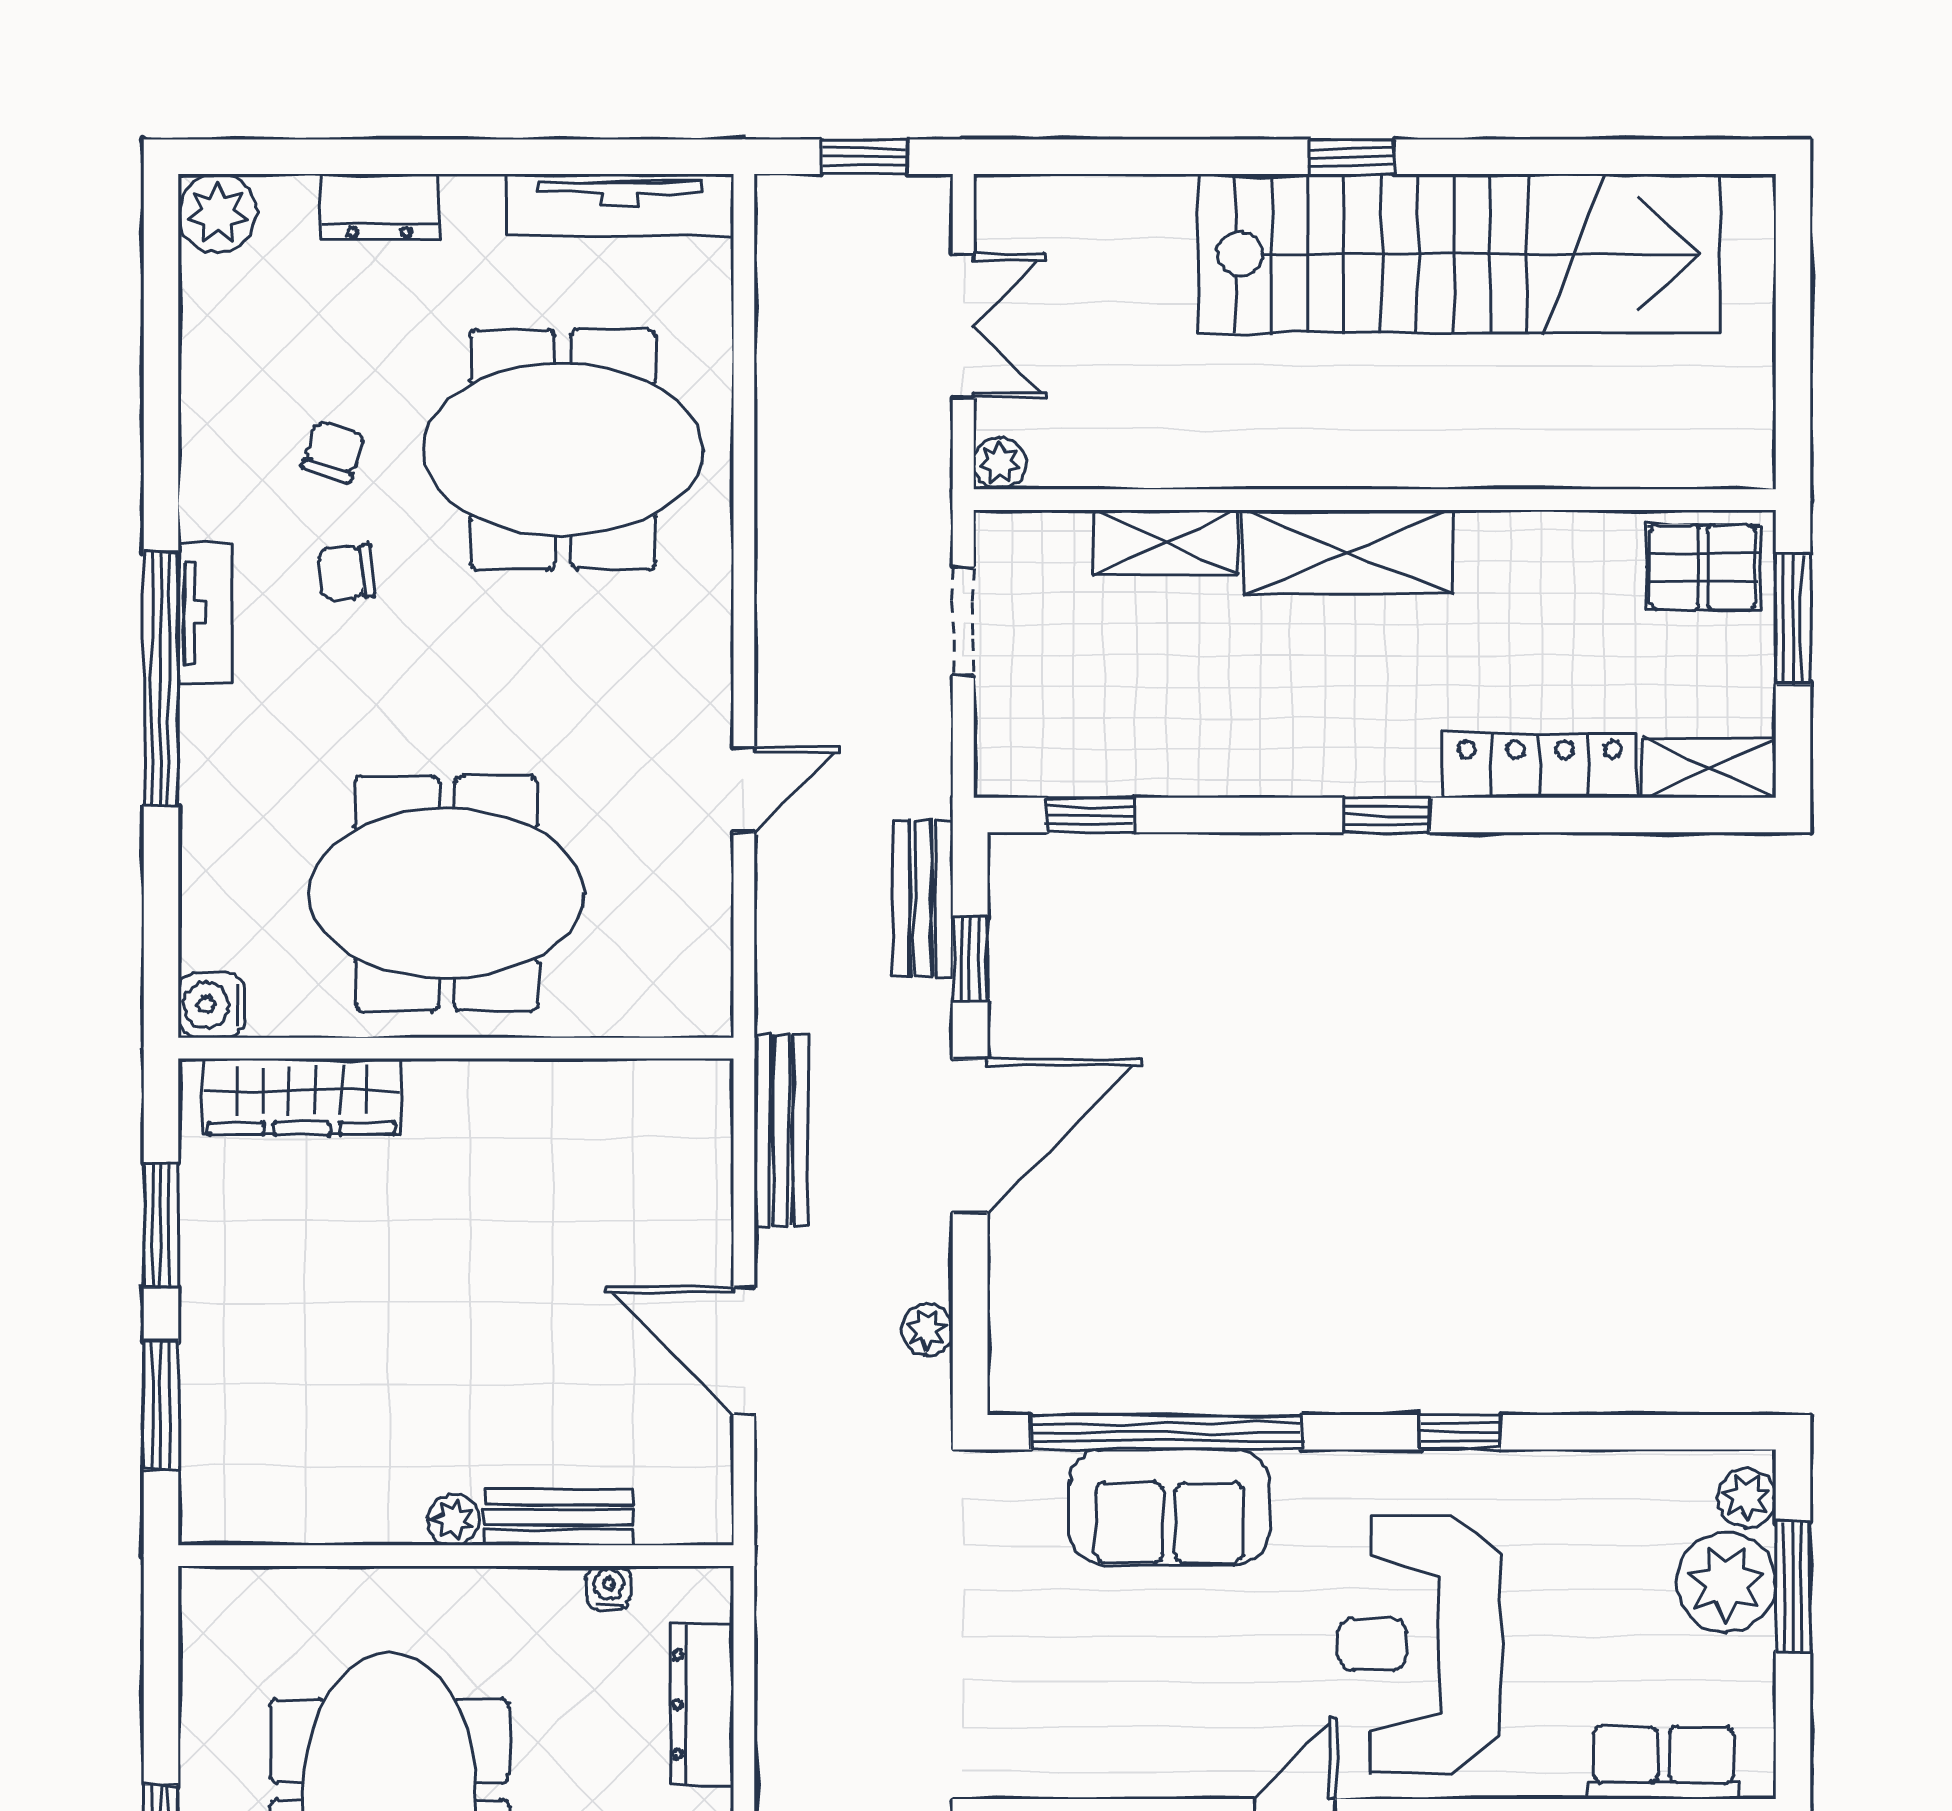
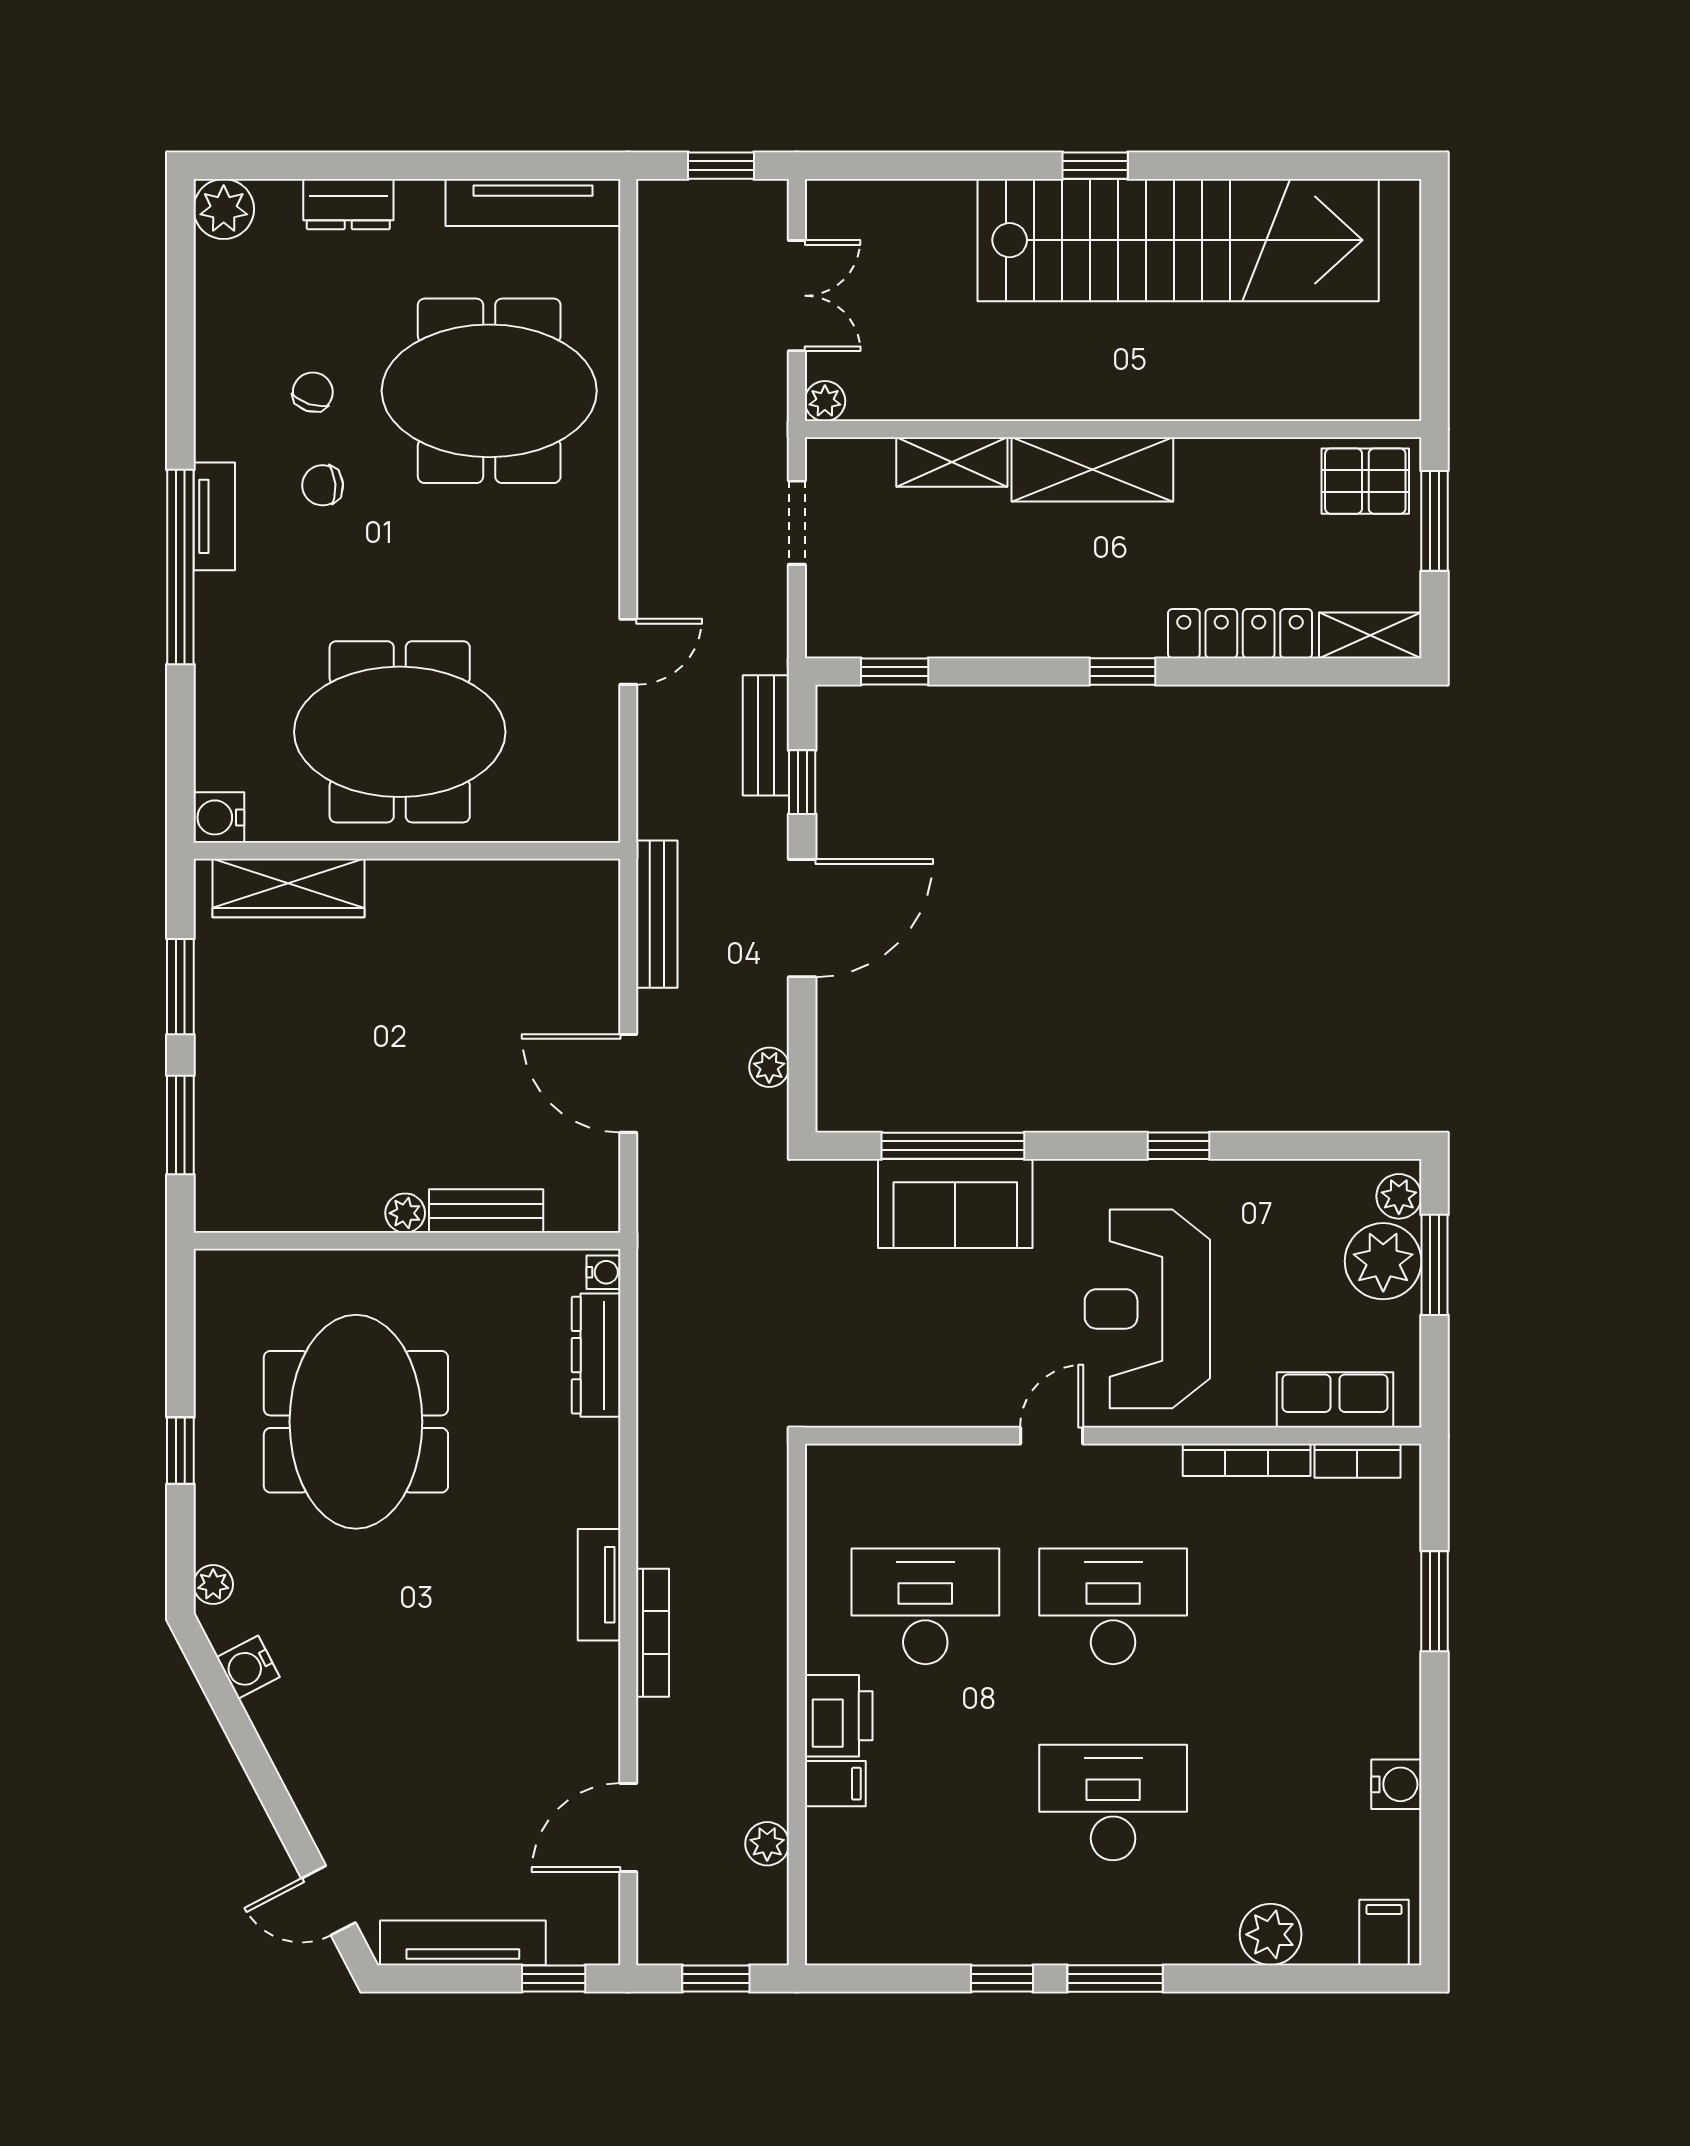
window: (1166, 1432) -> (953, 1146), width x0.68
water cooler: (609, 1588) -> (604, 1272), moved, turned 90

